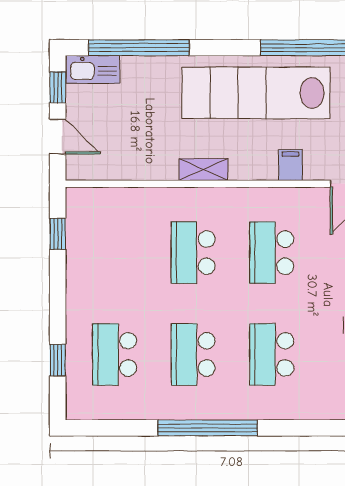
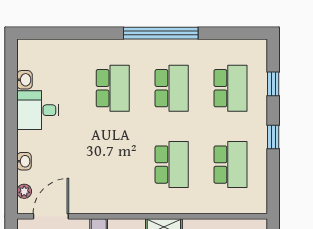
window: (58, 234) -> (273, 137), moved
school desk: (272, 253) -> (231, 165), moved

